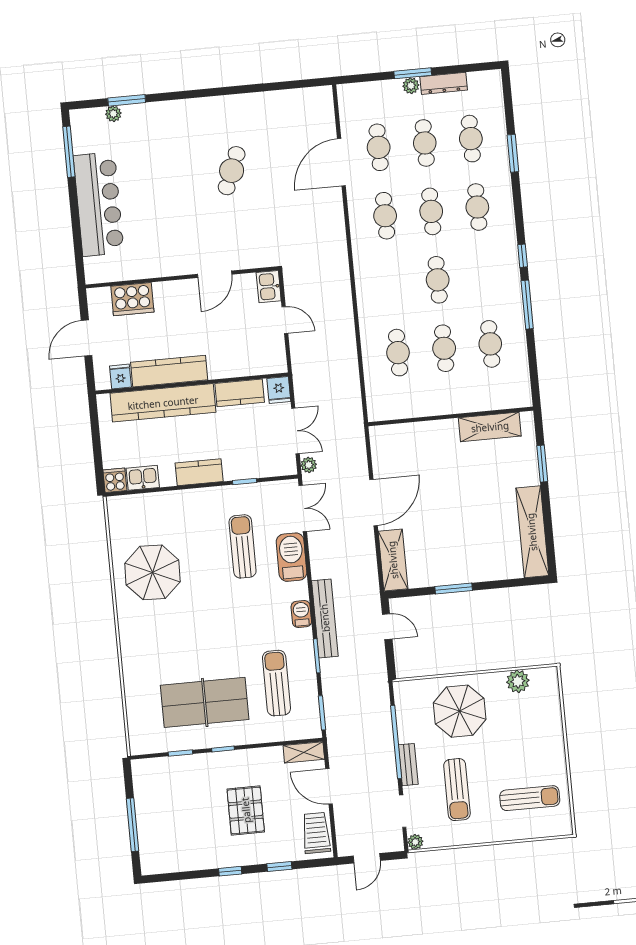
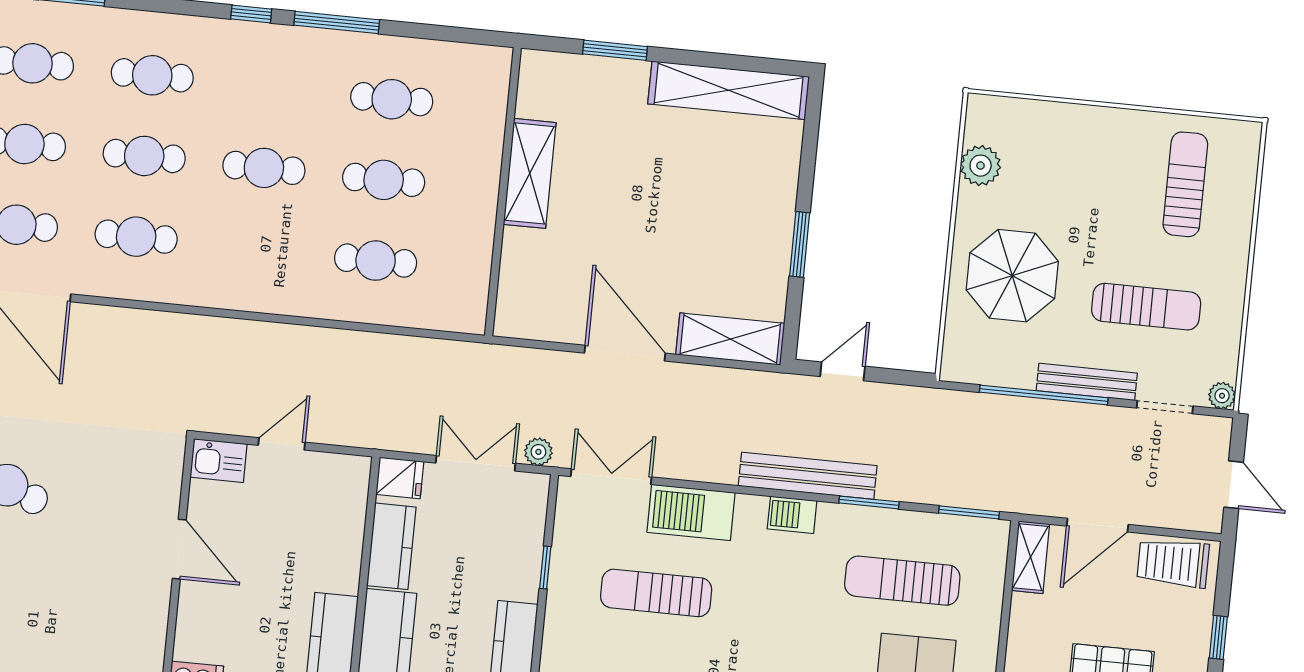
shelving: (490, 427) -> (530, 173), moved
bench: (408, 765) -> (1087, 382), width x1.36

